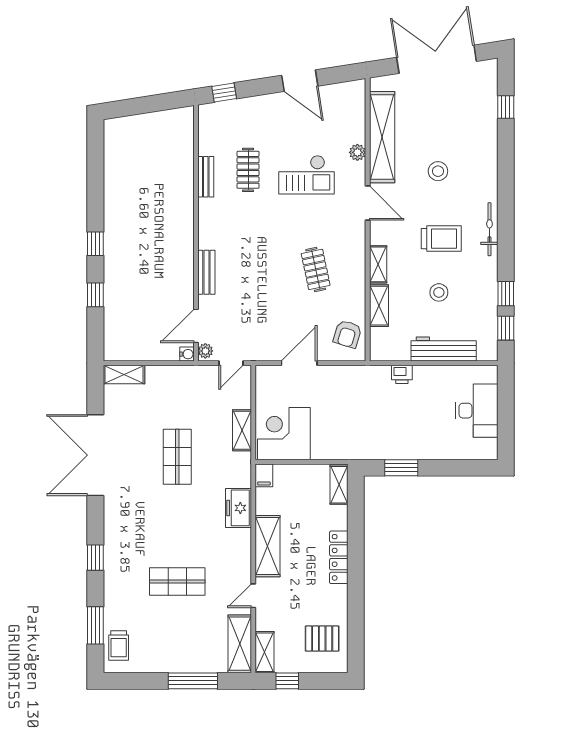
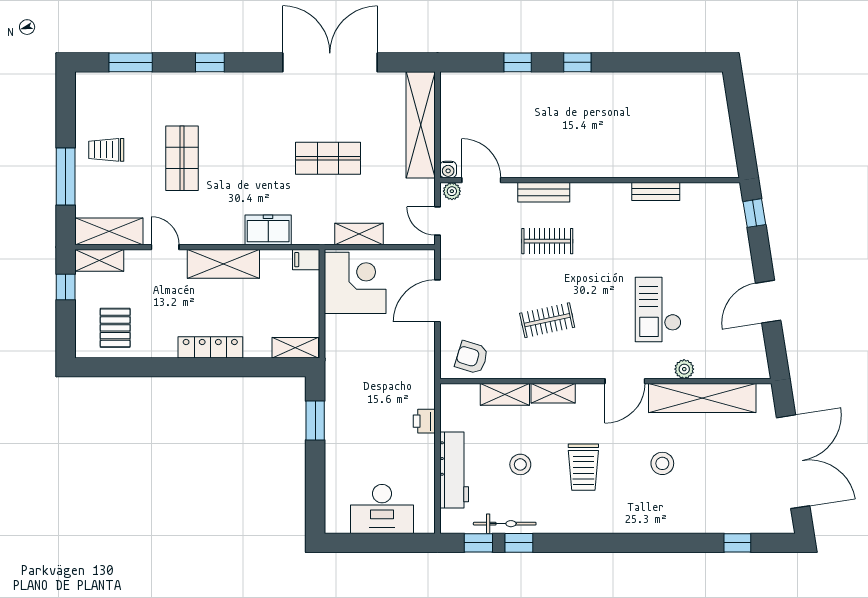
clothes rail: (248, 170) -> (547, 241), moved
bicycle: (489, 229) -> (505, 524), moved
door: (299, 363) -> (437, 301), swing flipped
shelving: (124, 374) -> (421, 125), width x2.20, depth x1.33
trolley: (119, 646) -> (106, 150), moved

